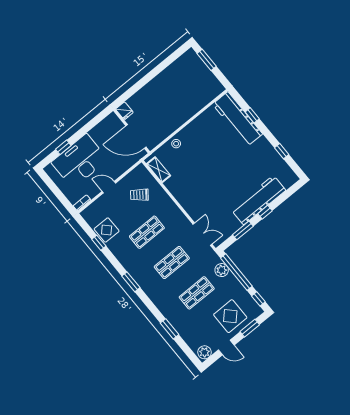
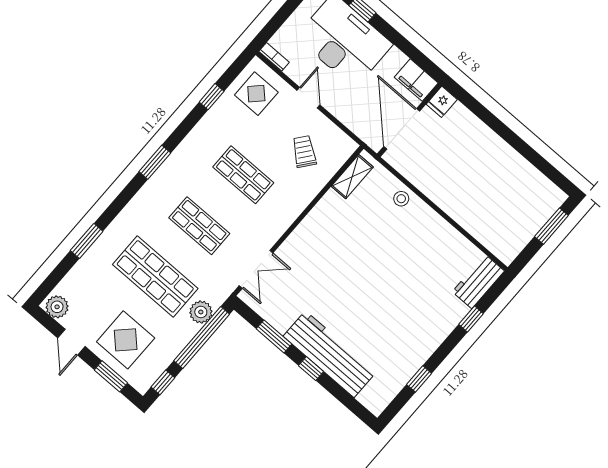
workbench: (238, 119) -> (478, 281), width x0.53, depth x0.76
filing cabinet: (109, 123) -> (416, 80), added
display table: (107, 230) -> (256, 94), moved
shop shelf: (197, 293) -> (155, 276), width x1.43, depth x1.36

